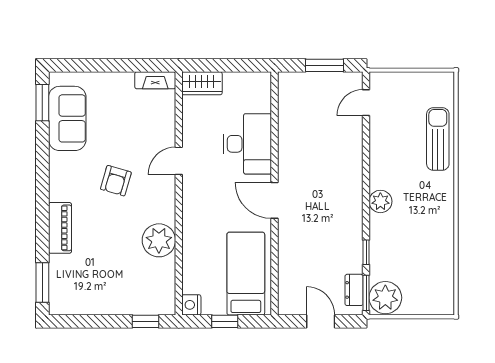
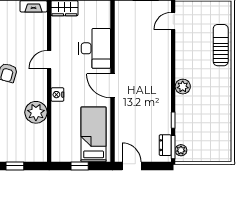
plant: (385, 298) -> (181, 150), width x0.53, depth x0.53
nightstand: (191, 305) -> (57, 95), moved
window: (146, 321) -> (15, 166), moved
door: (321, 321) -> (132, 166), moved

